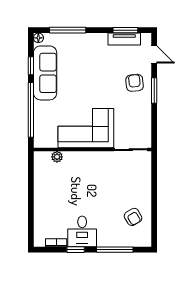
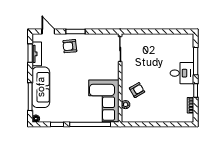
door: (154, 54) -> (48, 31), hinge flipped
sofa: (45, 73) -> (41, 87), moved, turned 90
corner sofa: (86, 128) -> (104, 101), moved
armchair: (133, 217) -> (137, 90), moved
desk: (82, 231) -> (182, 73), moved

